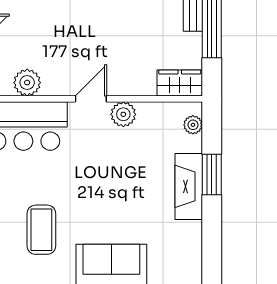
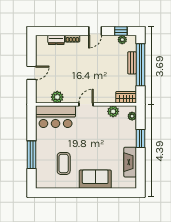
plant: (123, 114) -> (113, 111), moved
fireplace: (189, 186) -> (130, 162), moved

